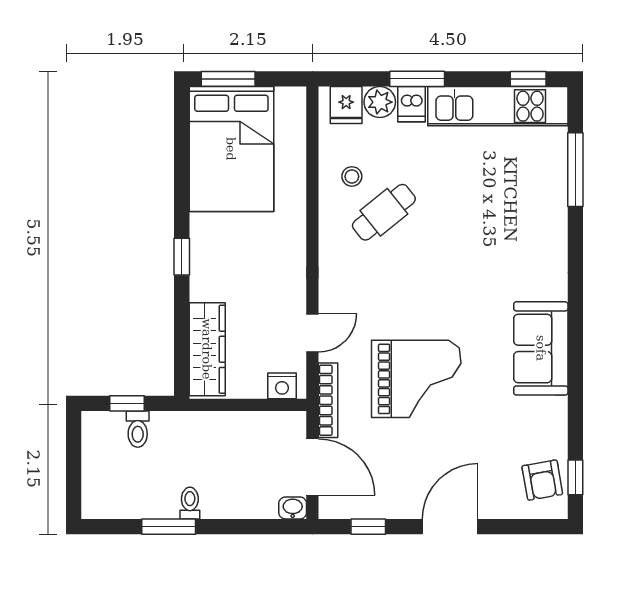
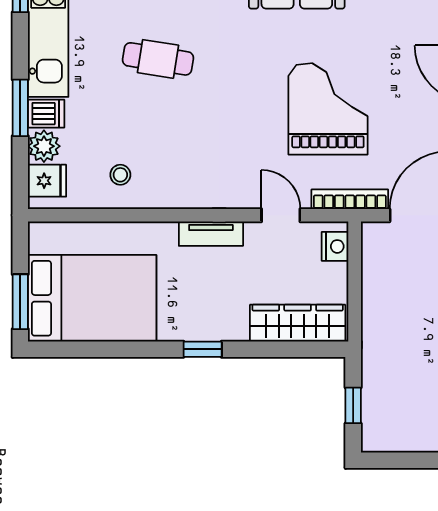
cafe table: (384, 212) -> (158, 59), moved, turned -42
tv unit: (294, 265) -> (211, 234), added
toilet: (138, 429) -> (380, 394), removed

